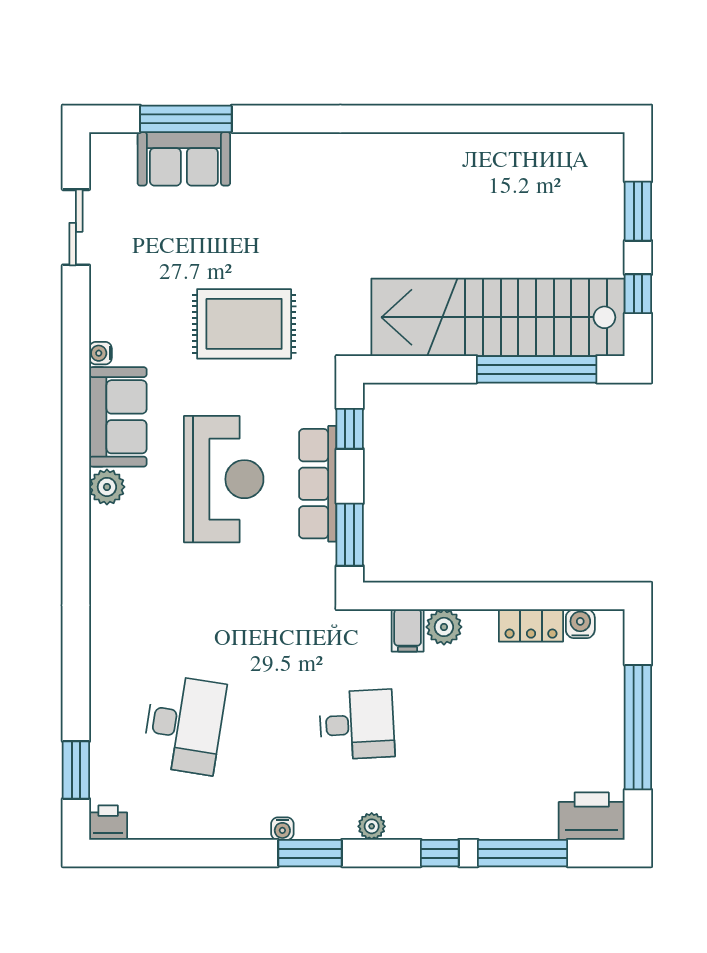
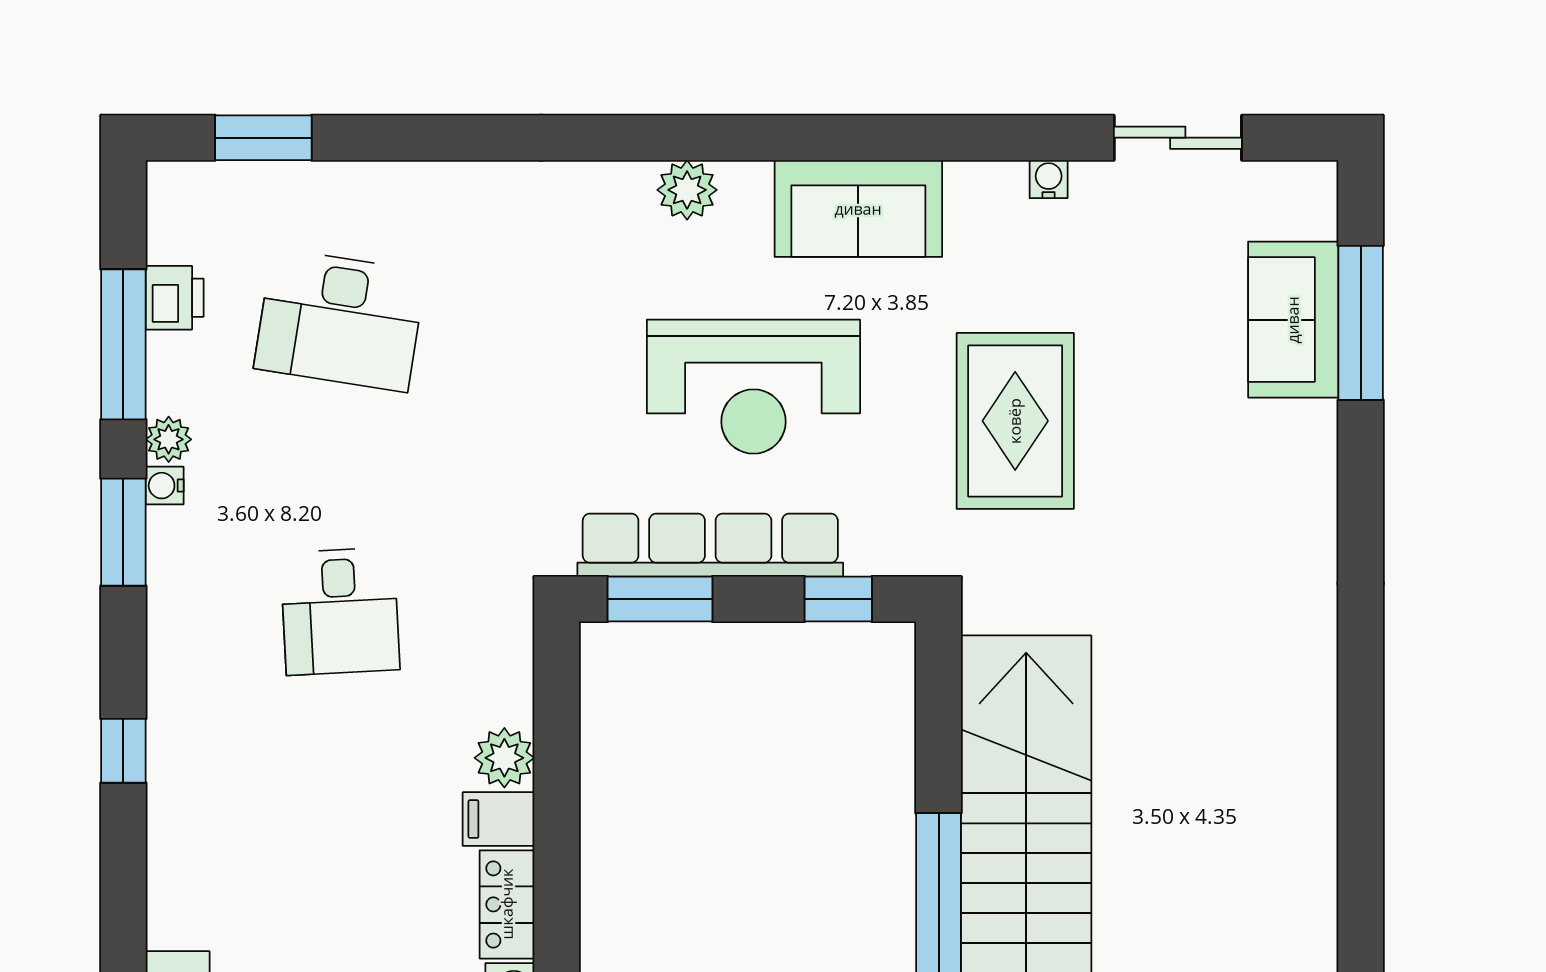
water cooler: (100, 353) -> (1049, 179), moved
row of seats: (318, 484) -> (710, 545), width x1.36
plant: (107, 487) -> (687, 190), moved
filing cabinet: (408, 630) -> (499, 819), moved
printer: (108, 823) -> (175, 298), moved
plant: (372, 826) -> (169, 439), moved
window: (523, 853) -> (123, 344), moved

